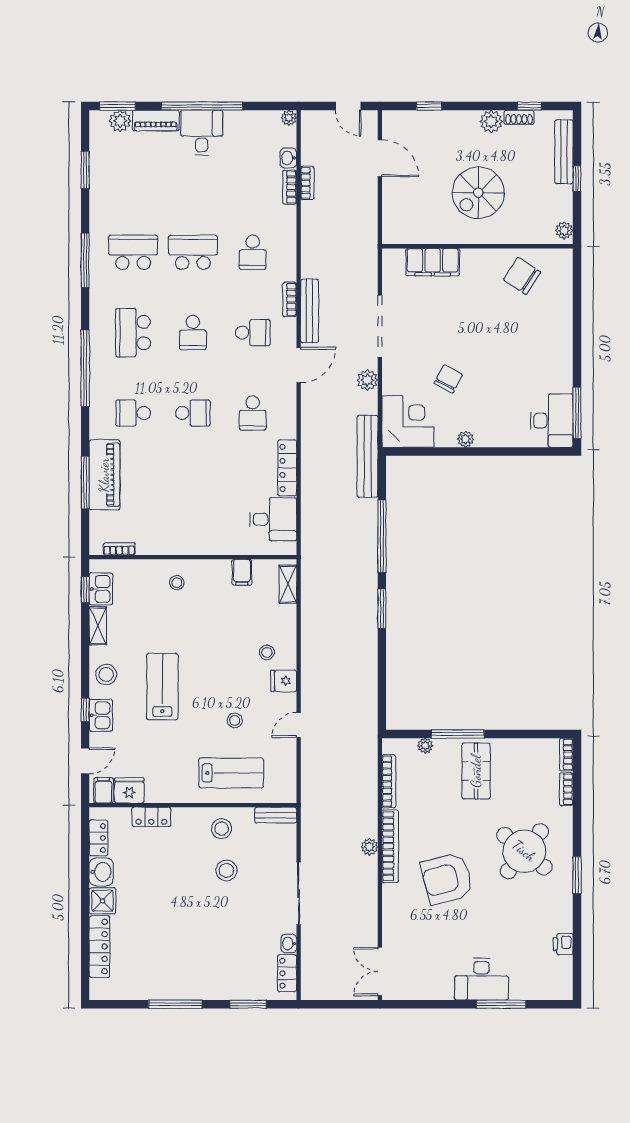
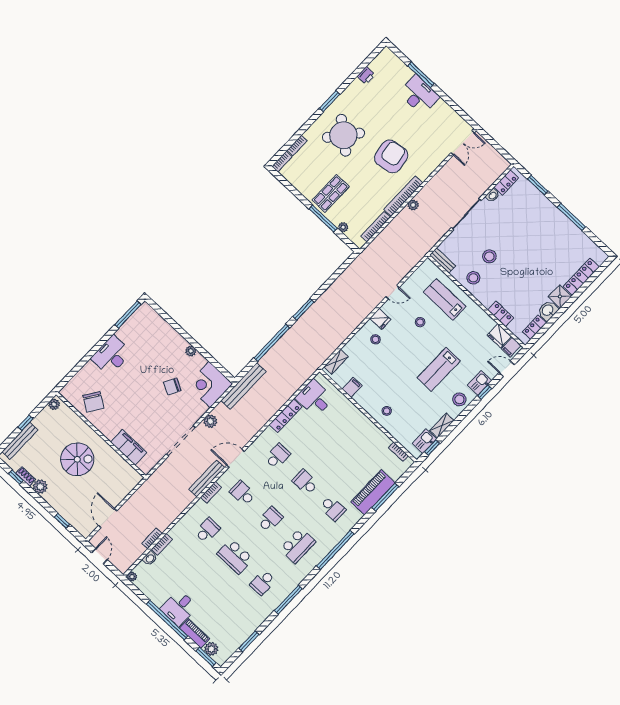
school desk: (133, 252) -> (263, 583), width x0.54
desk: (552, 421) -> (111, 355), moved
armchair: (447, 879) -> (391, 156), turned -85

